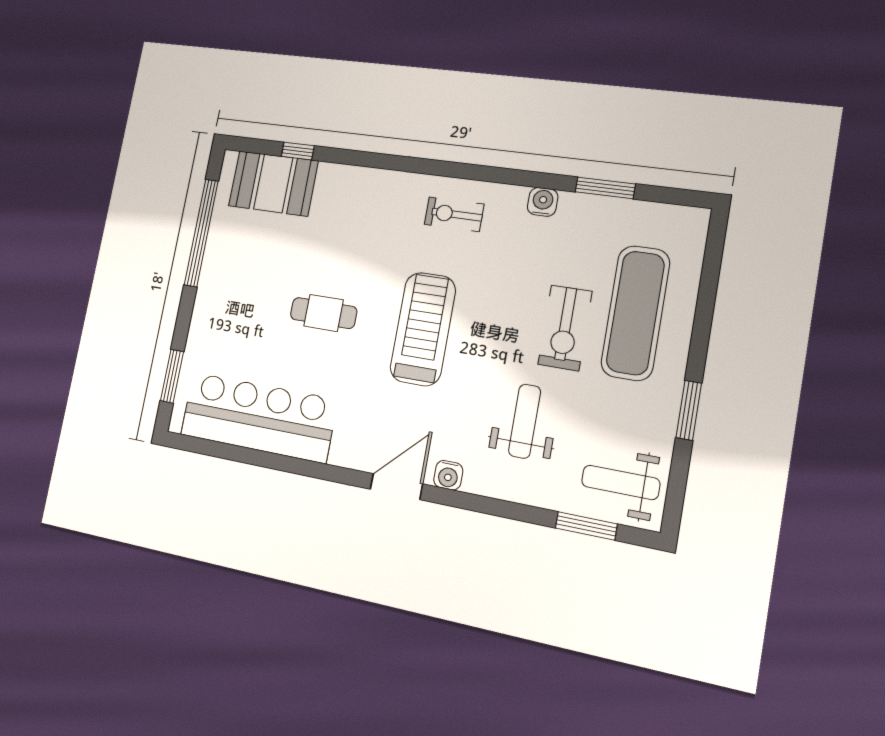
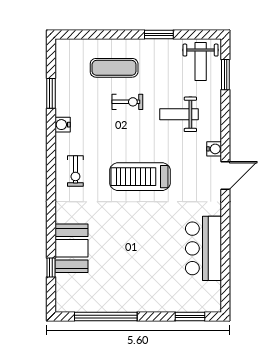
booth: (273, 183) -> (71, 248), moved
cafe table: (324, 313) -> (140, 234), removed
exercise mat: (635, 313) -> (114, 68), width x0.73, depth x0.69
exercise bike: (565, 328) -> (127, 102), width x0.73, depth x0.72
bar counter: (258, 417) -> (203, 248), width x0.73
door: (396, 487) -> (225, 175), swing flipped

